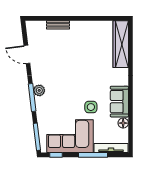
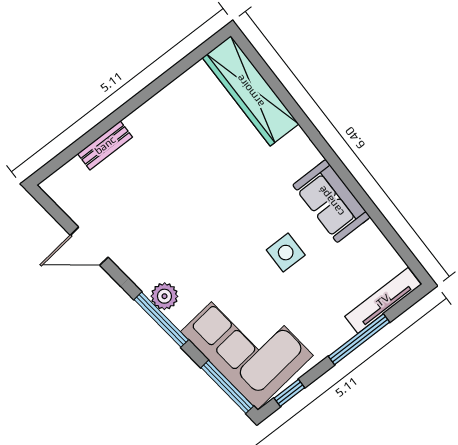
floor lamp: (123, 123) -> (370, 236), removed
corner sofa: (70, 136) -> (247, 344), moved, turned 83

